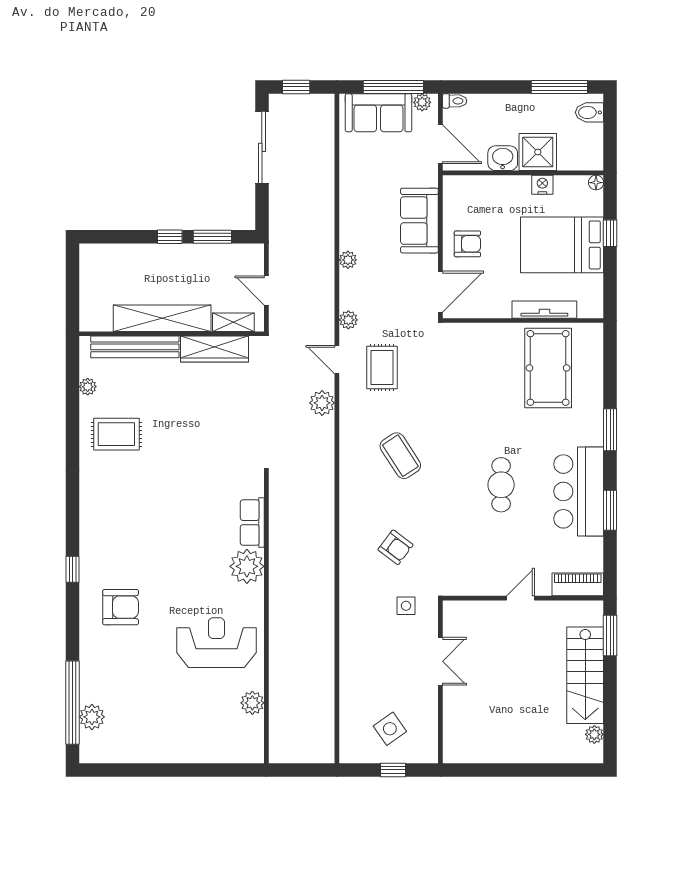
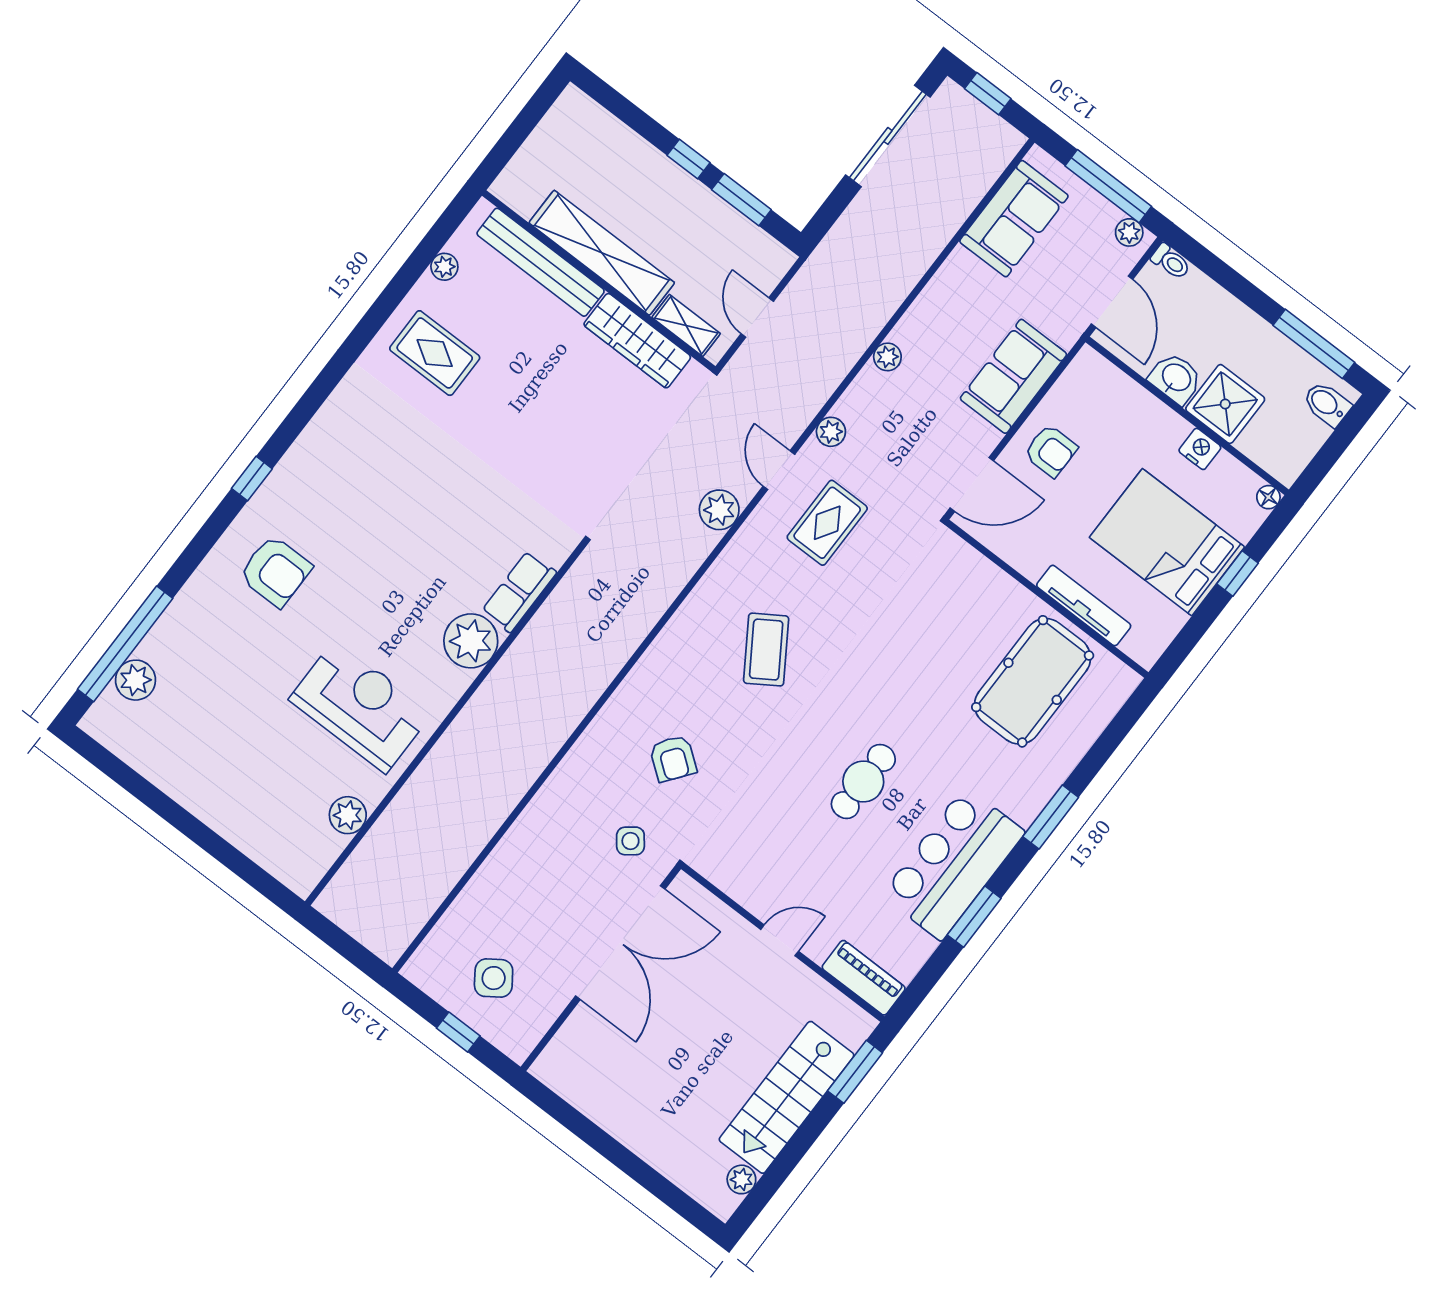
sofa: (379, 113) -> (1014, 219), moved, turned -90
side table: (406, 606) -> (630, 841), turned -38
double door: (440, 661) -> (620, 943), width x1.87

